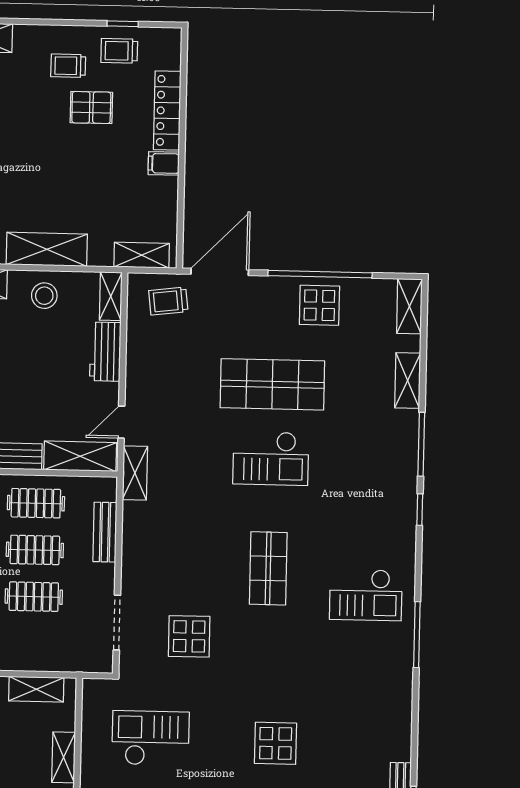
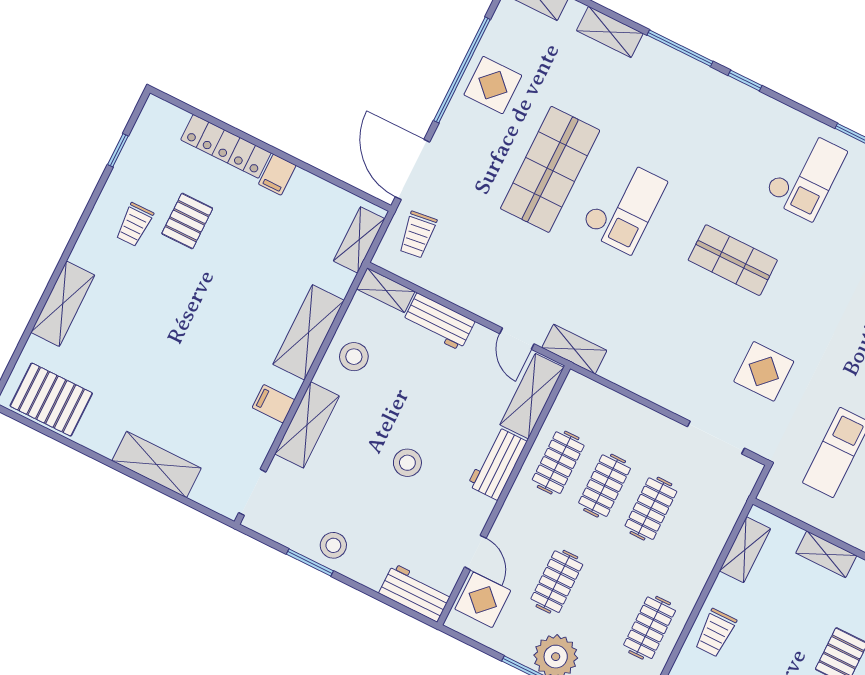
trolley: (119, 51) -> (143, 166), removed
bench: (105, 532) -> (620, 407), removed

